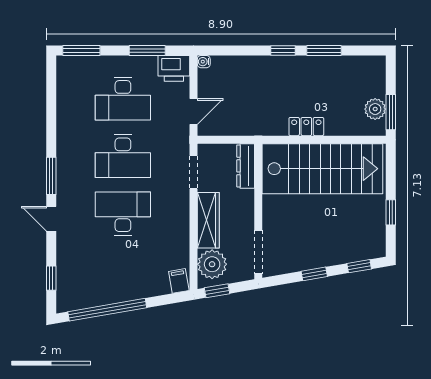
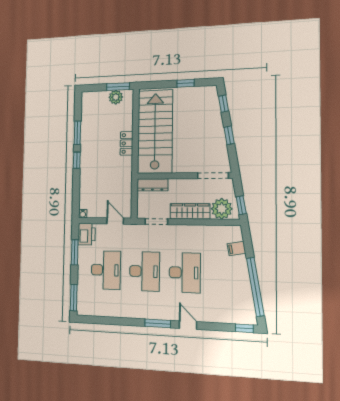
desk: (123, 214) -> (185, 273), turned 180
door: (51, 219) -> (188, 325), swing flipped
window: (51, 278) -> (244, 328), moved
filing cabinet: (179, 281) -> (236, 248), moved

